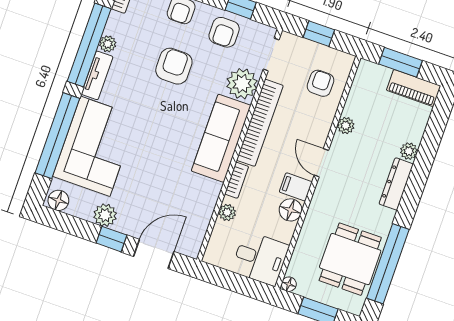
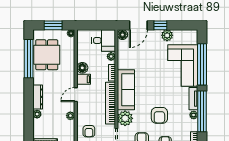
door: (321, 163) -> (76, 95), swing flipped
floor lamp: (58, 200) -> (122, 35), moved
desk: (260, 258) -> (104, 40), moved, turned 180

